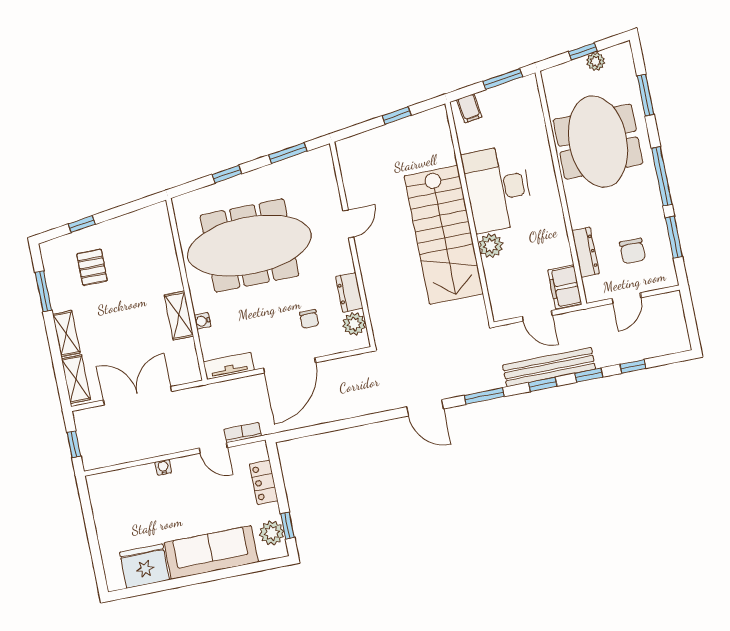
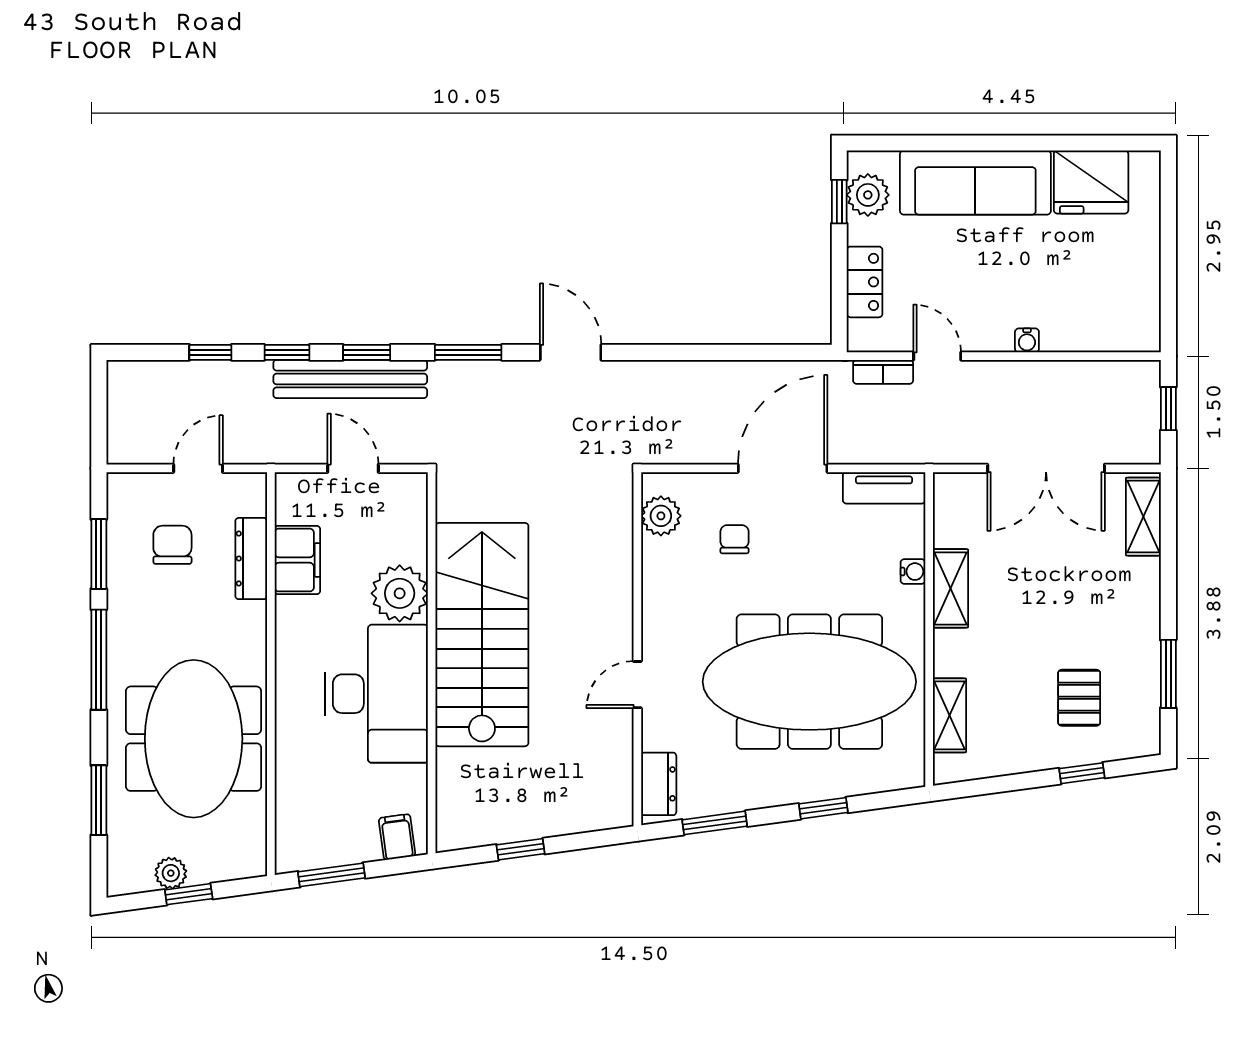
plant: (491, 246) -> (400, 593), width x1.36, depth x1.36
filing cabinet: (565, 287) -> (297, 560), moved
dresser: (349, 292) -> (659, 784), moved
shelving: (66, 334) -> (949, 715), moved

